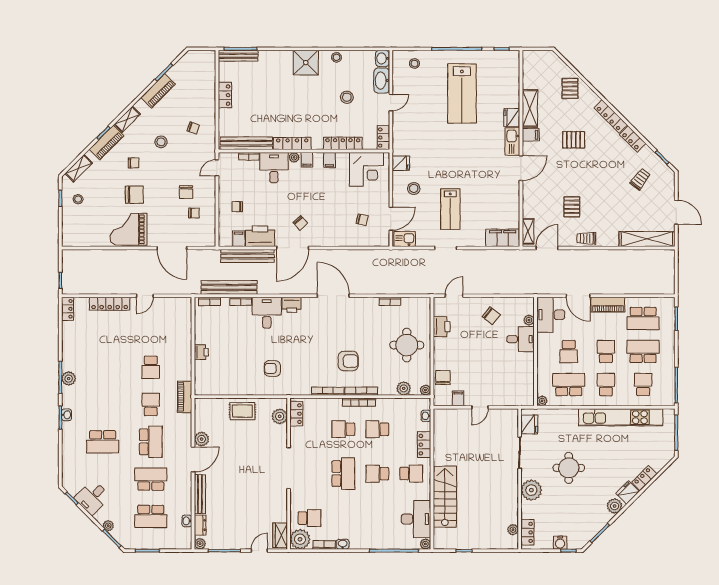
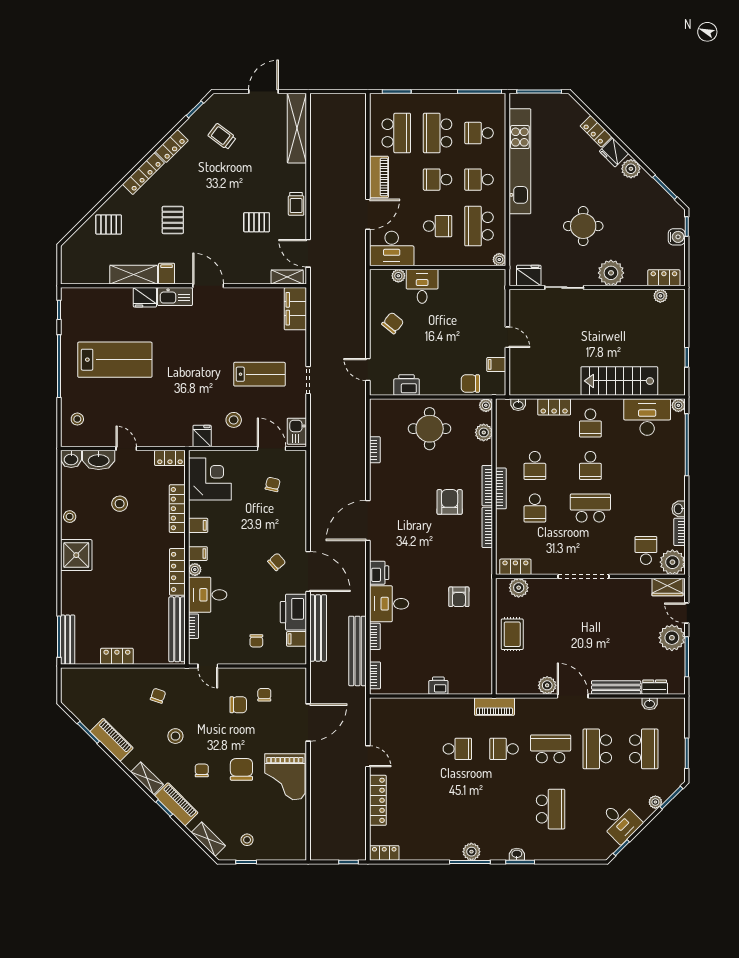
school desk: (411, 474) -> (590, 423), turned 180
plant: (200, 544) -> (672, 638), moved, width x1.88, depth x1.88

